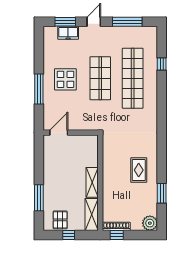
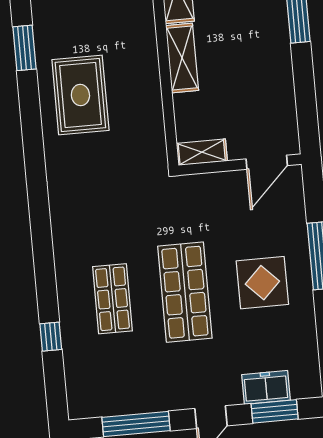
shop shelf: (133, 78) -> (112, 299), width x0.50, depth x0.74
shelving: (87, 140) -> (202, 152), added
rug: (139, 170) -> (80, 95), width x1.36, depth x1.43

